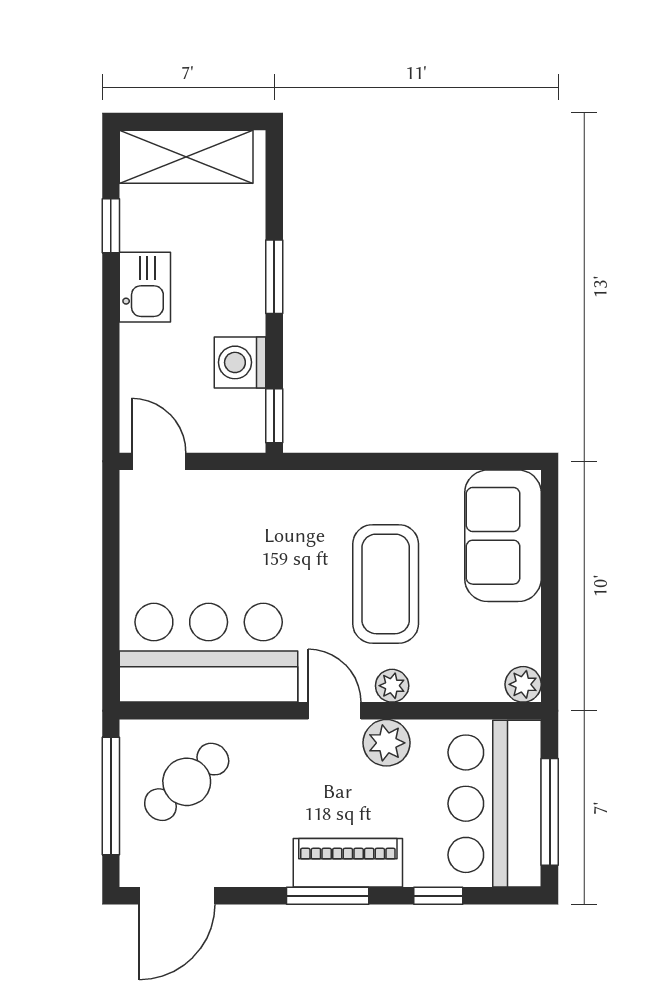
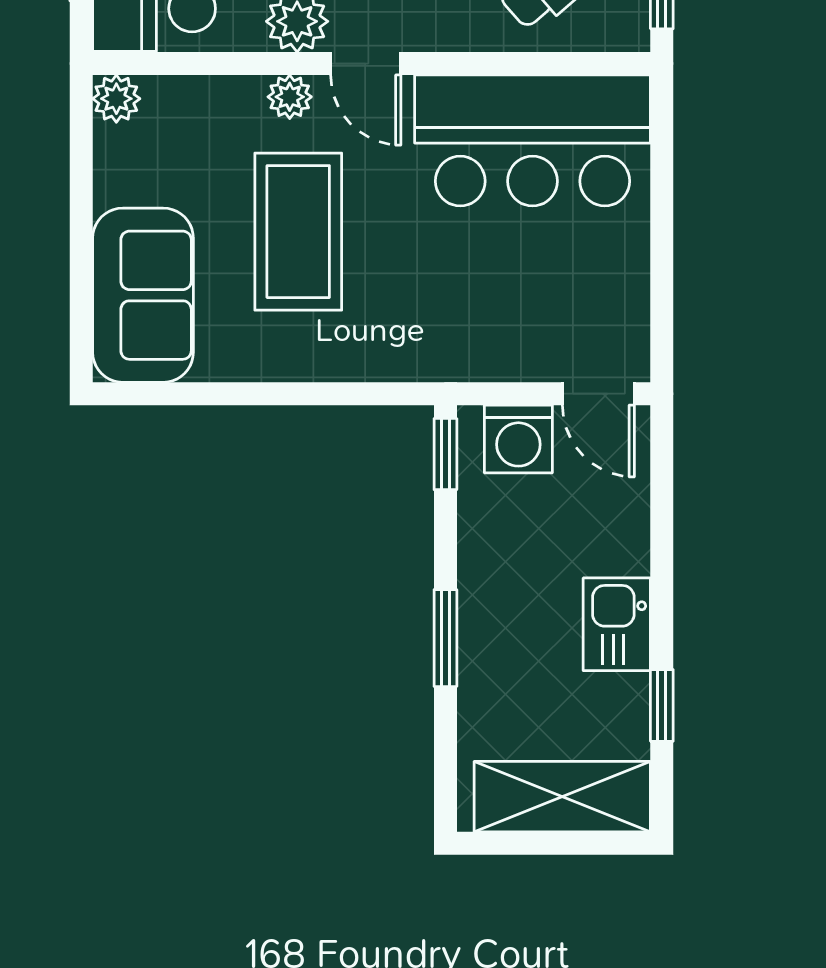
washing machine: (240, 362) -> (518, 439), moved, turned 90

